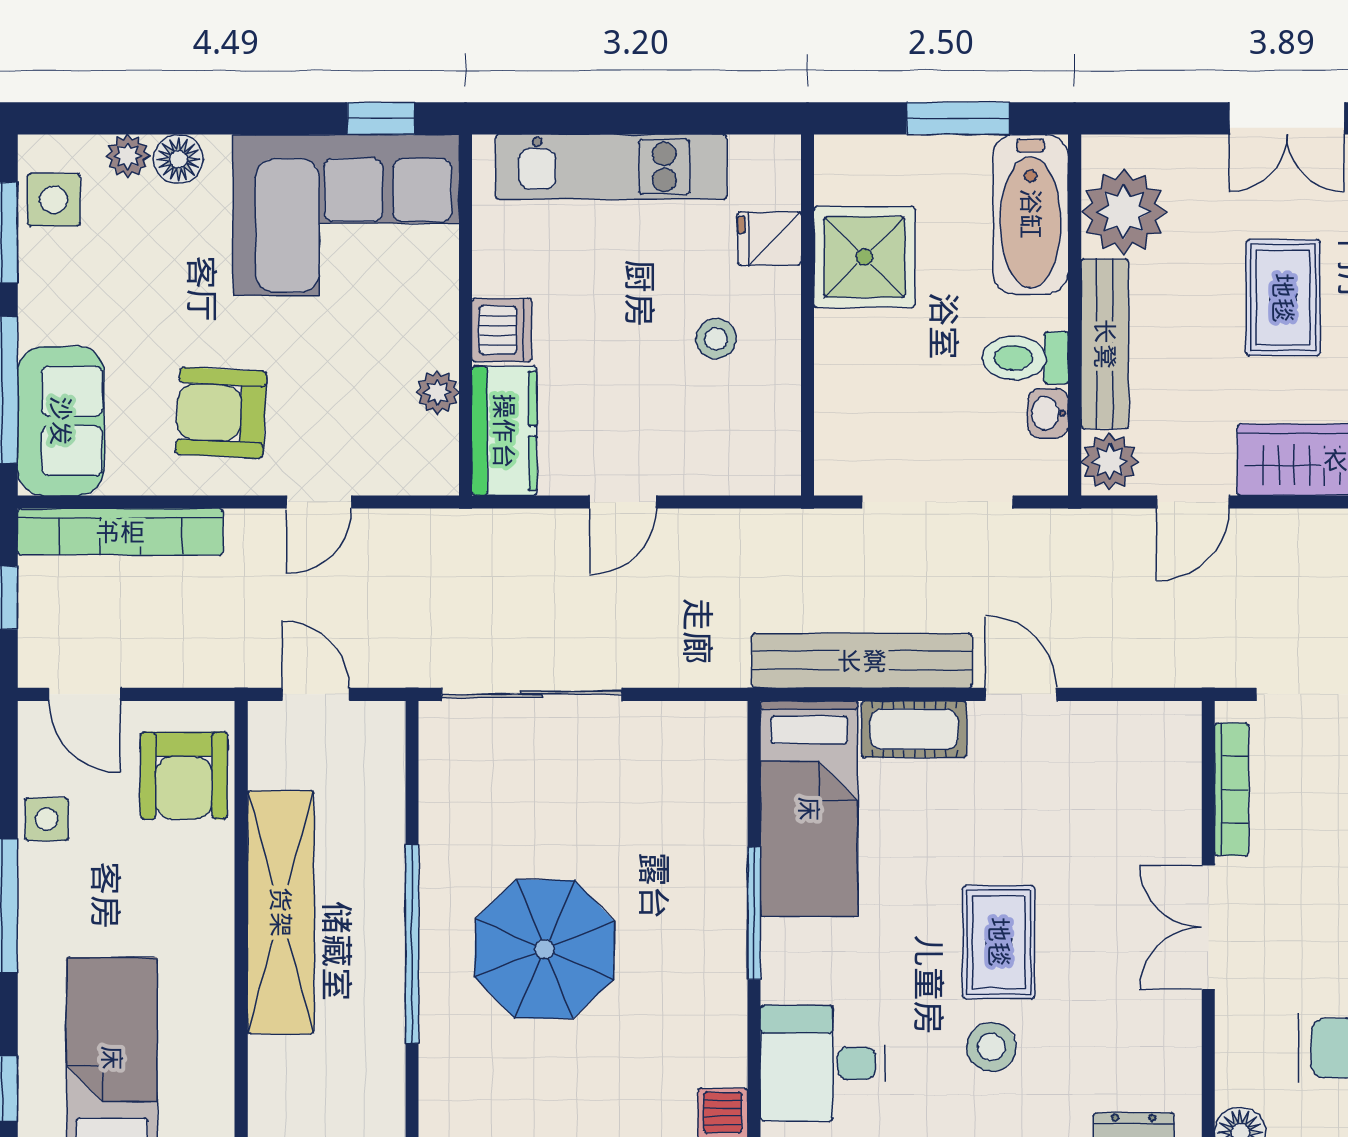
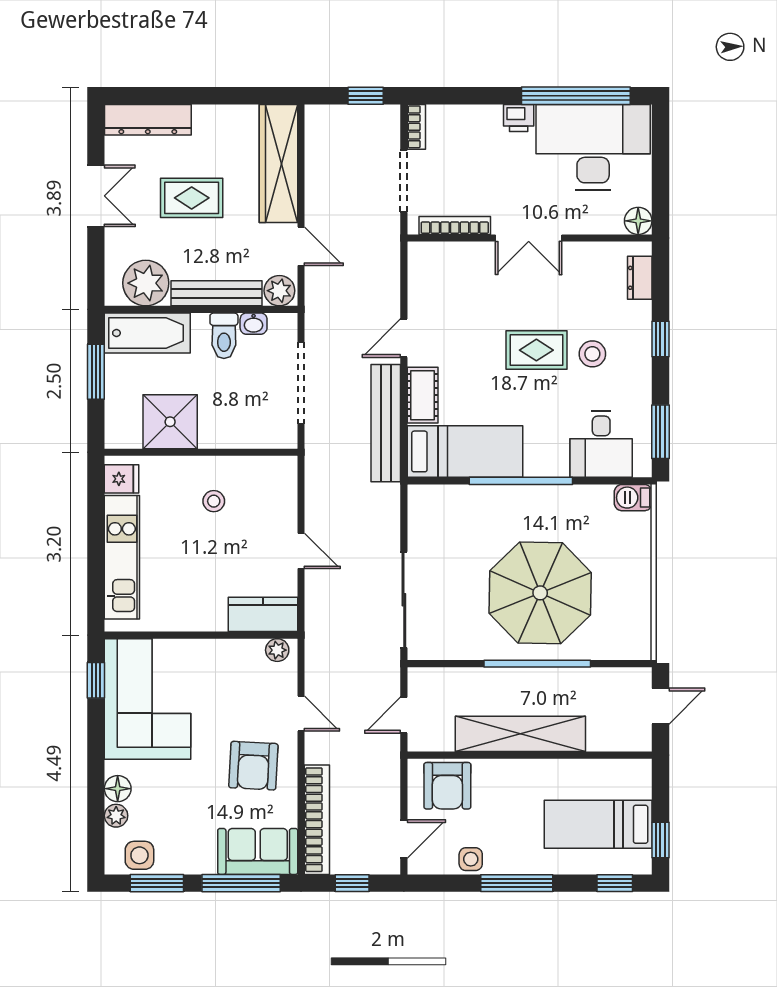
fridge: (769, 239) -> (121, 479), moved, turned -90
dishwasher: (502, 330) -> (209, 616), removed
plant: (438, 392) -> (277, 650), moved
armchair: (184, 776) -> (447, 786), turned 90
window: (754, 913) -> (521, 481), width x1.46
parasol: (544, 949) -> (540, 593), width x1.36, depth x1.36

